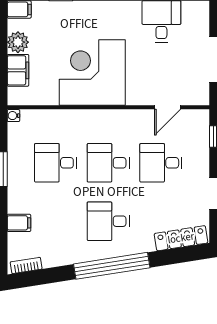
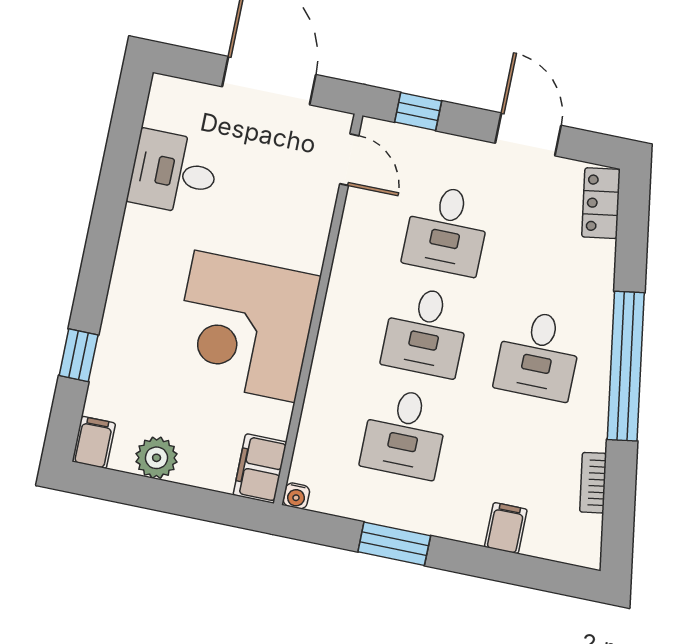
filing cabinet: (18, 70) -> (260, 468), moved, turned -90
door: (168, 107) -> (349, 160), moved
locker: (181, 238) -> (601, 203), width x0.66
bookcase: (26, 265) -> (593, 483), moved

